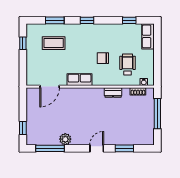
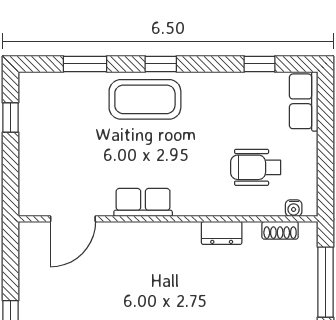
coffee table: (54, 43) -> (145, 99), moved, width x1.36, depth x1.32
chair: (103, 58) -> (198, 152), removed
wheelchair: (128, 65) -> (256, 167), turned -90

